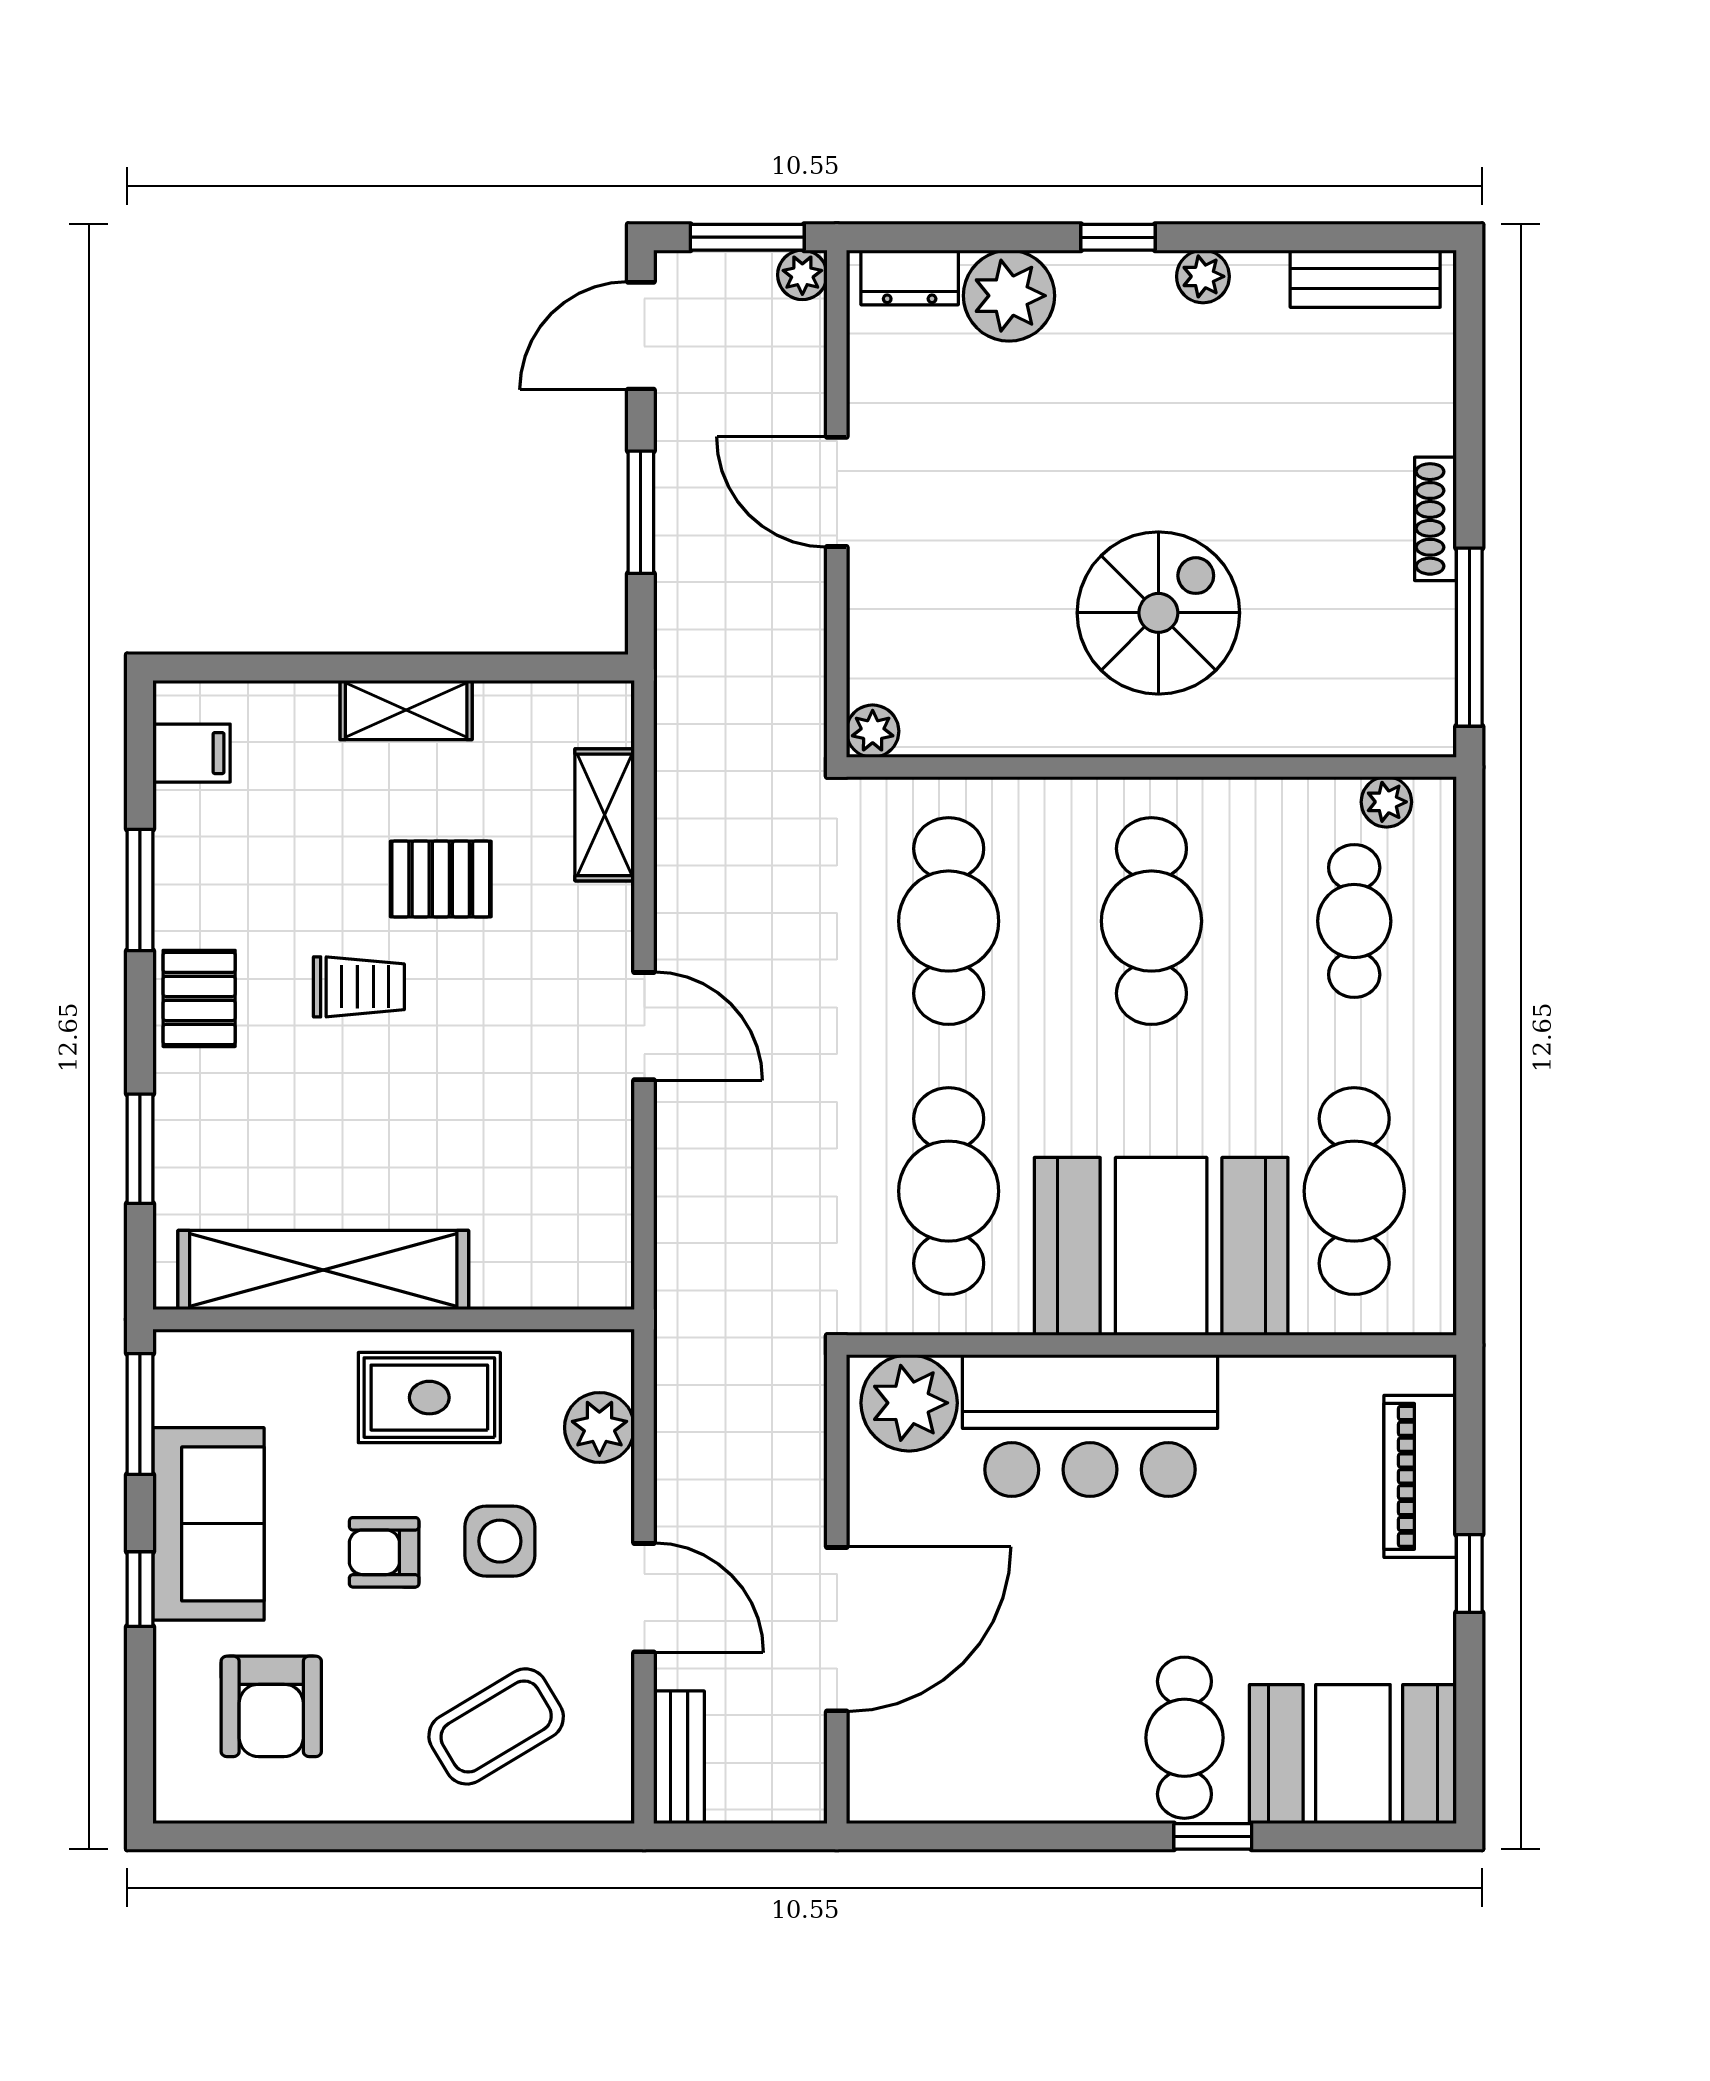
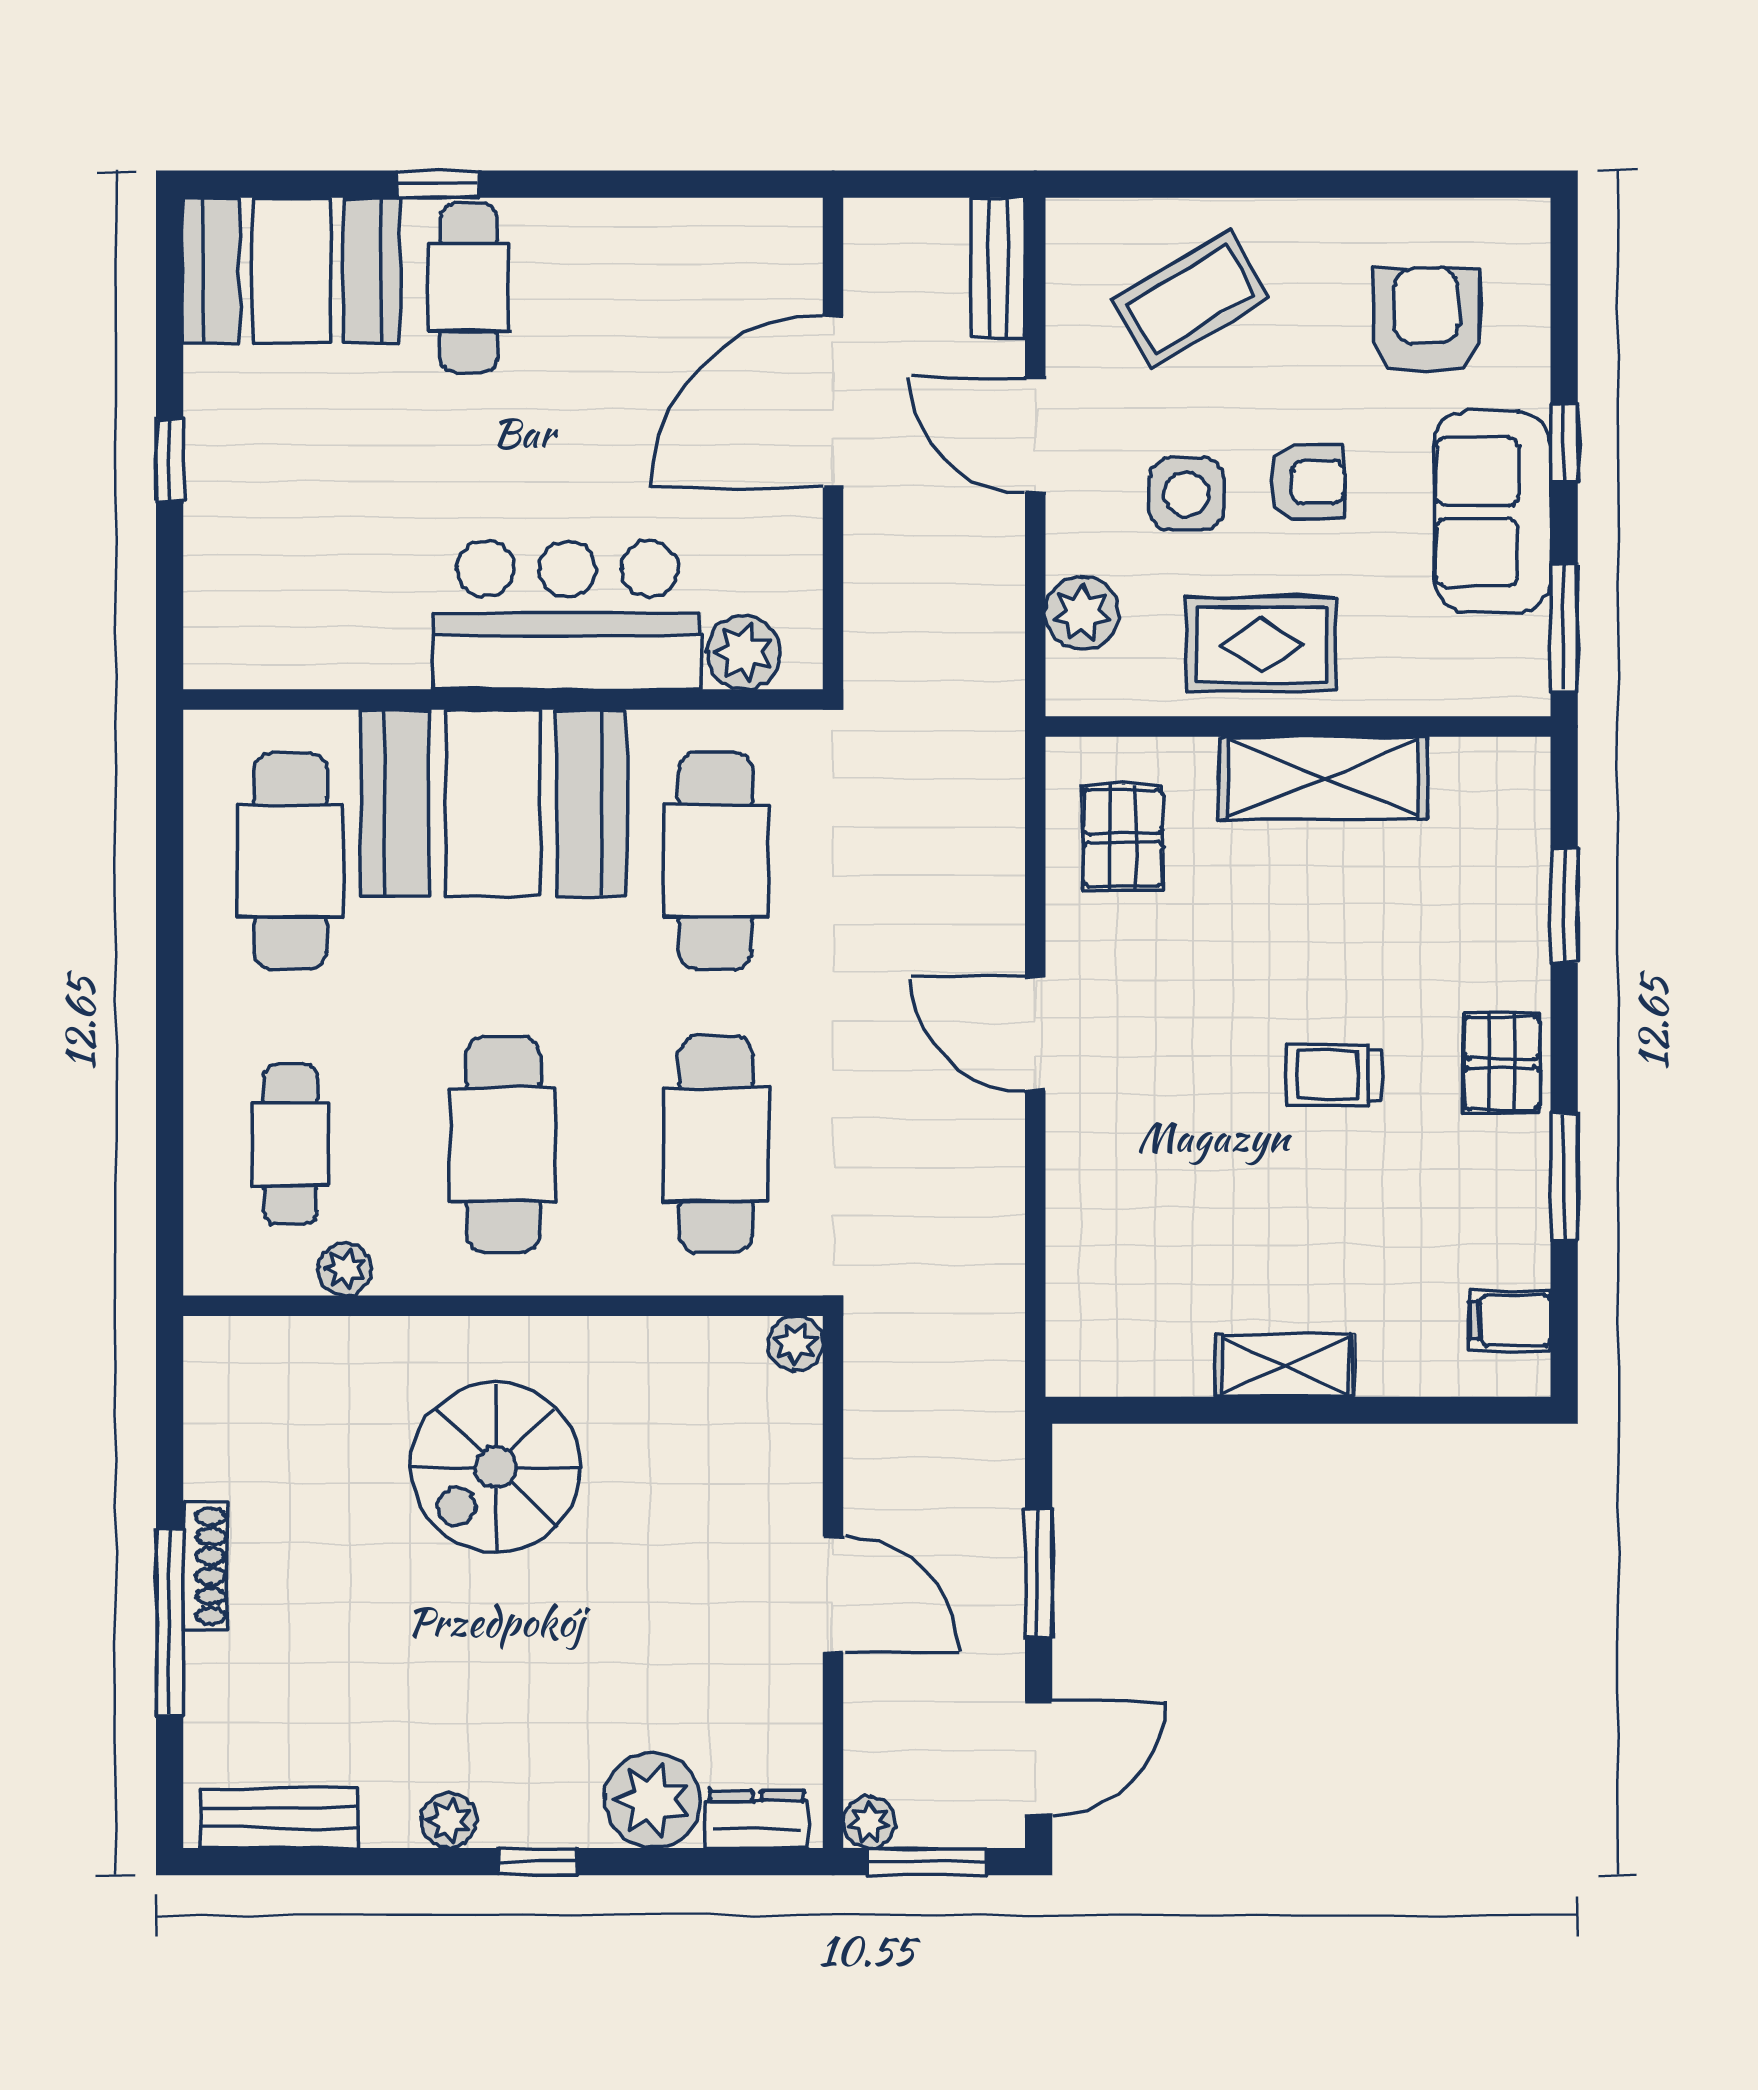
window: (1469, 637) -> (170, 1623), moved
plant: (1386, 802) -> (345, 1269), moved
shelving: (605, 815) -> (1076, 1256), removed
pallet: (441, 879) -> (1123, 838), moved, turned 90
shelving: (323, 1270) -> (1323, 778), width x0.68
plant: (909, 1403) -> (744, 652), width x0.73, depth x0.73
piano: (1420, 1476) -> (221, 562), removed

